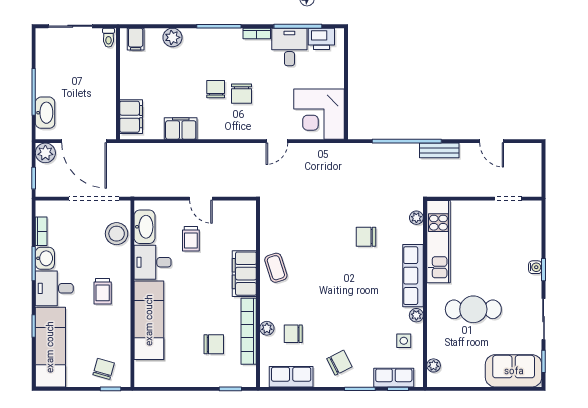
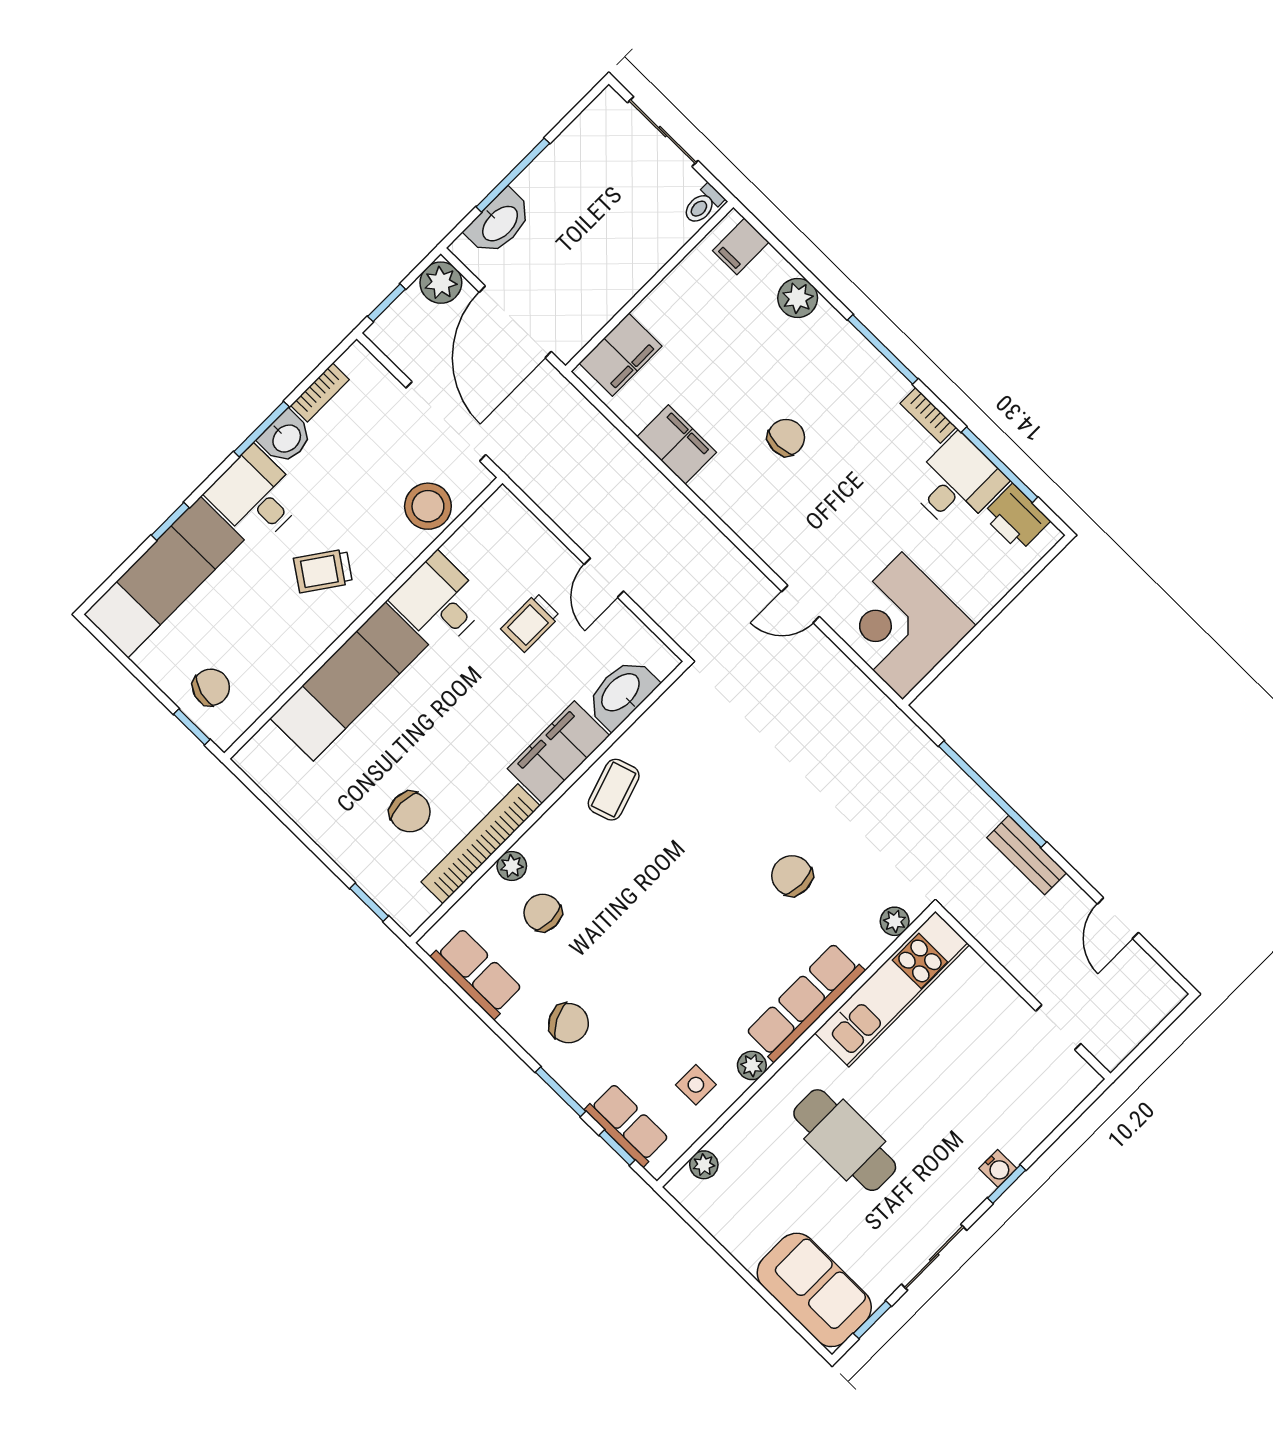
chair: (241, 94) -> (817, 482), removed
washbasin: (145, 227) -> (621, 693), moved, turned 180
trolley: (103, 291) -> (323, 571), turned 35

